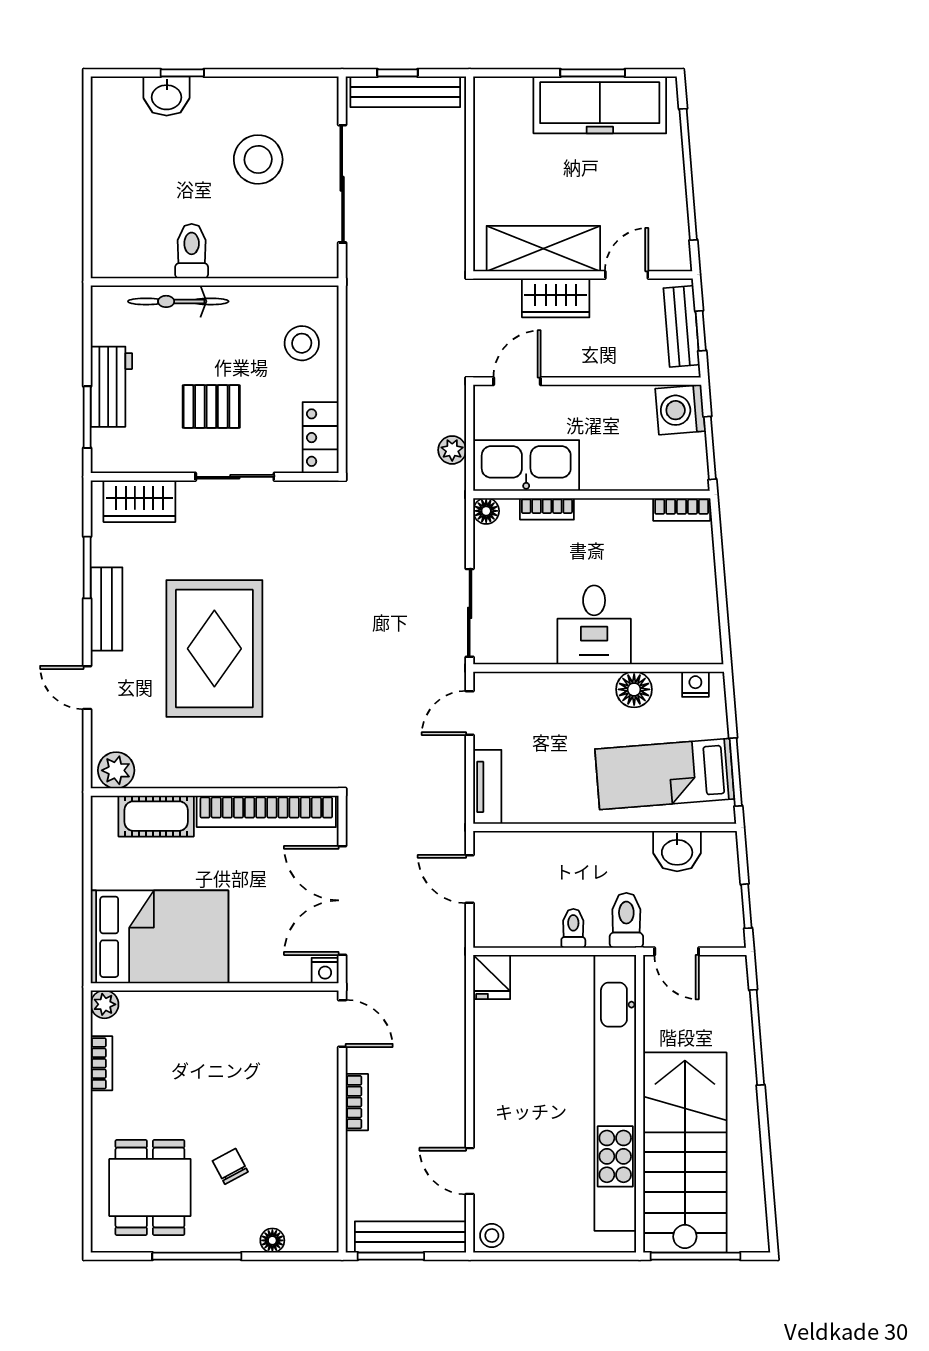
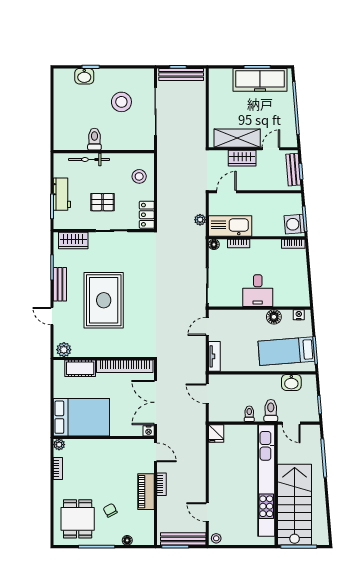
washing machine: (680, 410) -> (294, 224), moved
piano: (319, 1120) -> (146, 492), added

